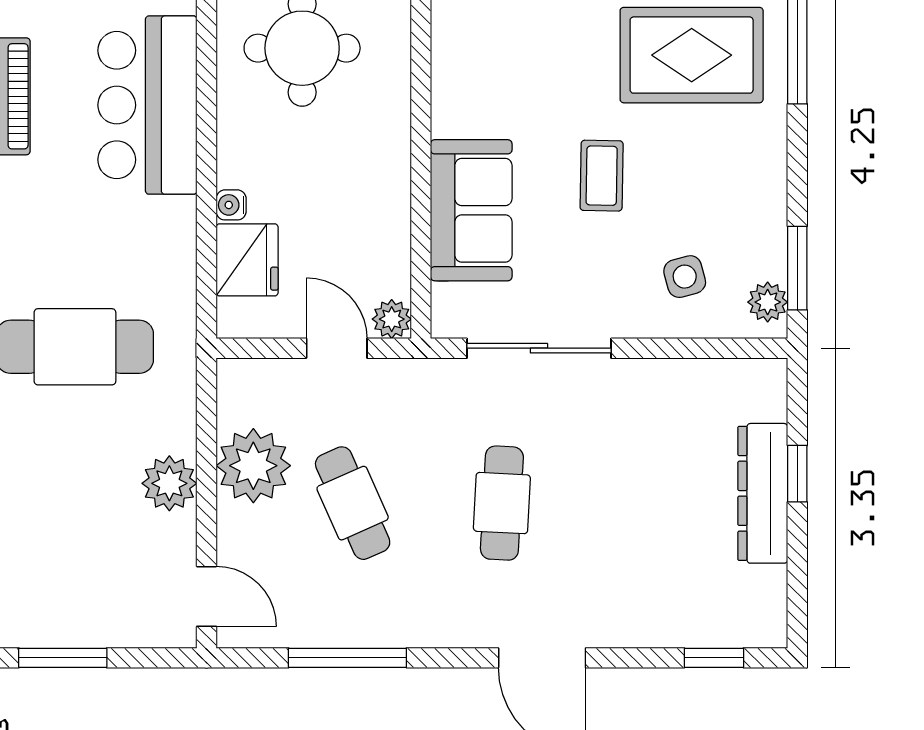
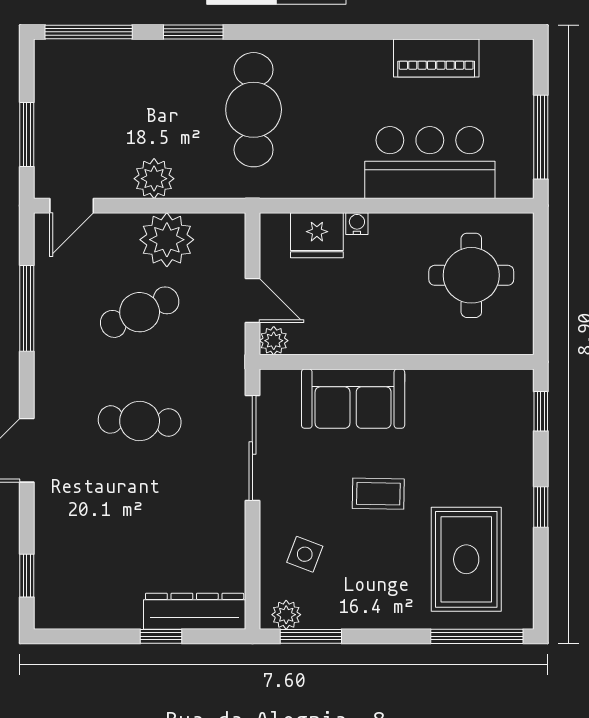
side table: (685, 277) -> (305, 554), turned 36
door: (337, 348) -> (252, 301), hinge flipped
dresser: (763, 493) -> (195, 611), moved
window: (63, 658) -> (27, 134), moved

